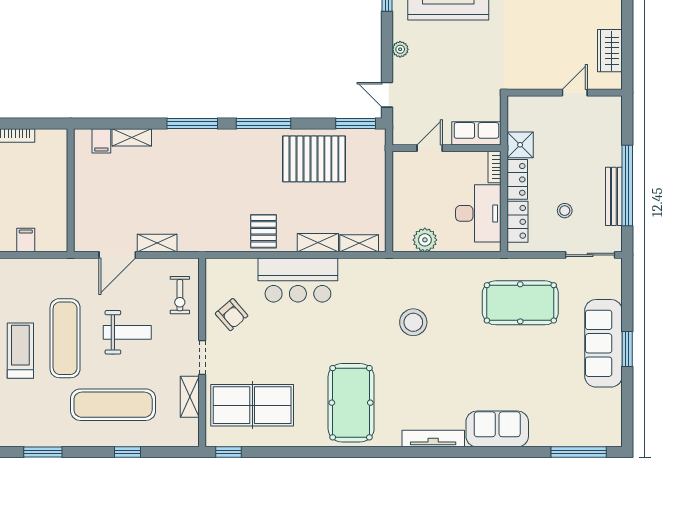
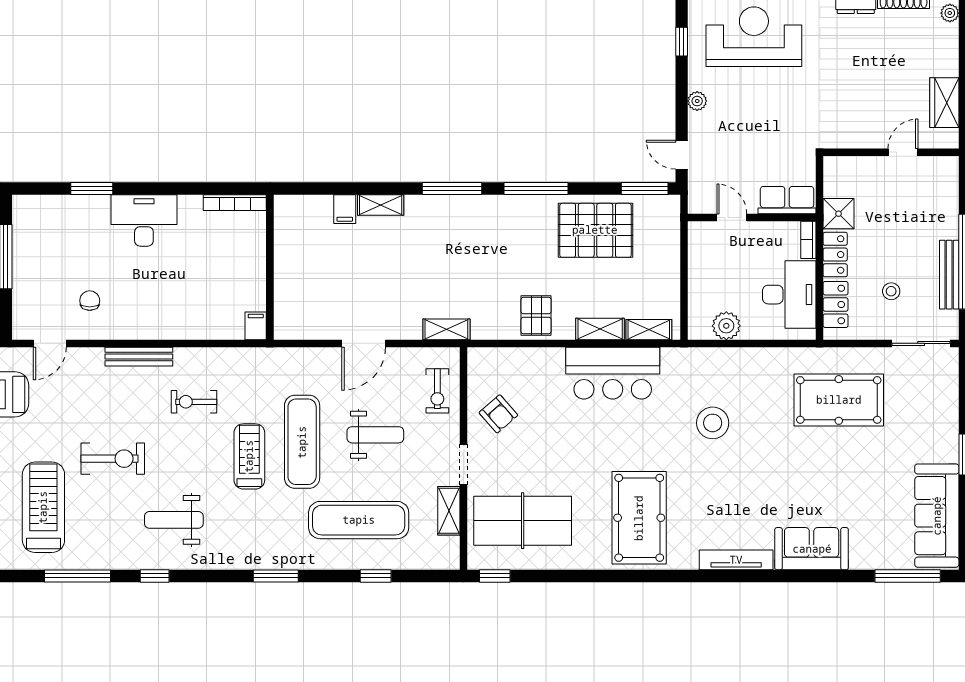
door: (430, 148) -> (732, 218), hinge flipped
wall: (71, 190) -> (270, 267), moved
shelving: (157, 243) -> (446, 329), moved
bar counter: (298, 280) -> (613, 373), moved
sofa: (603, 343) -> (937, 516), moved

